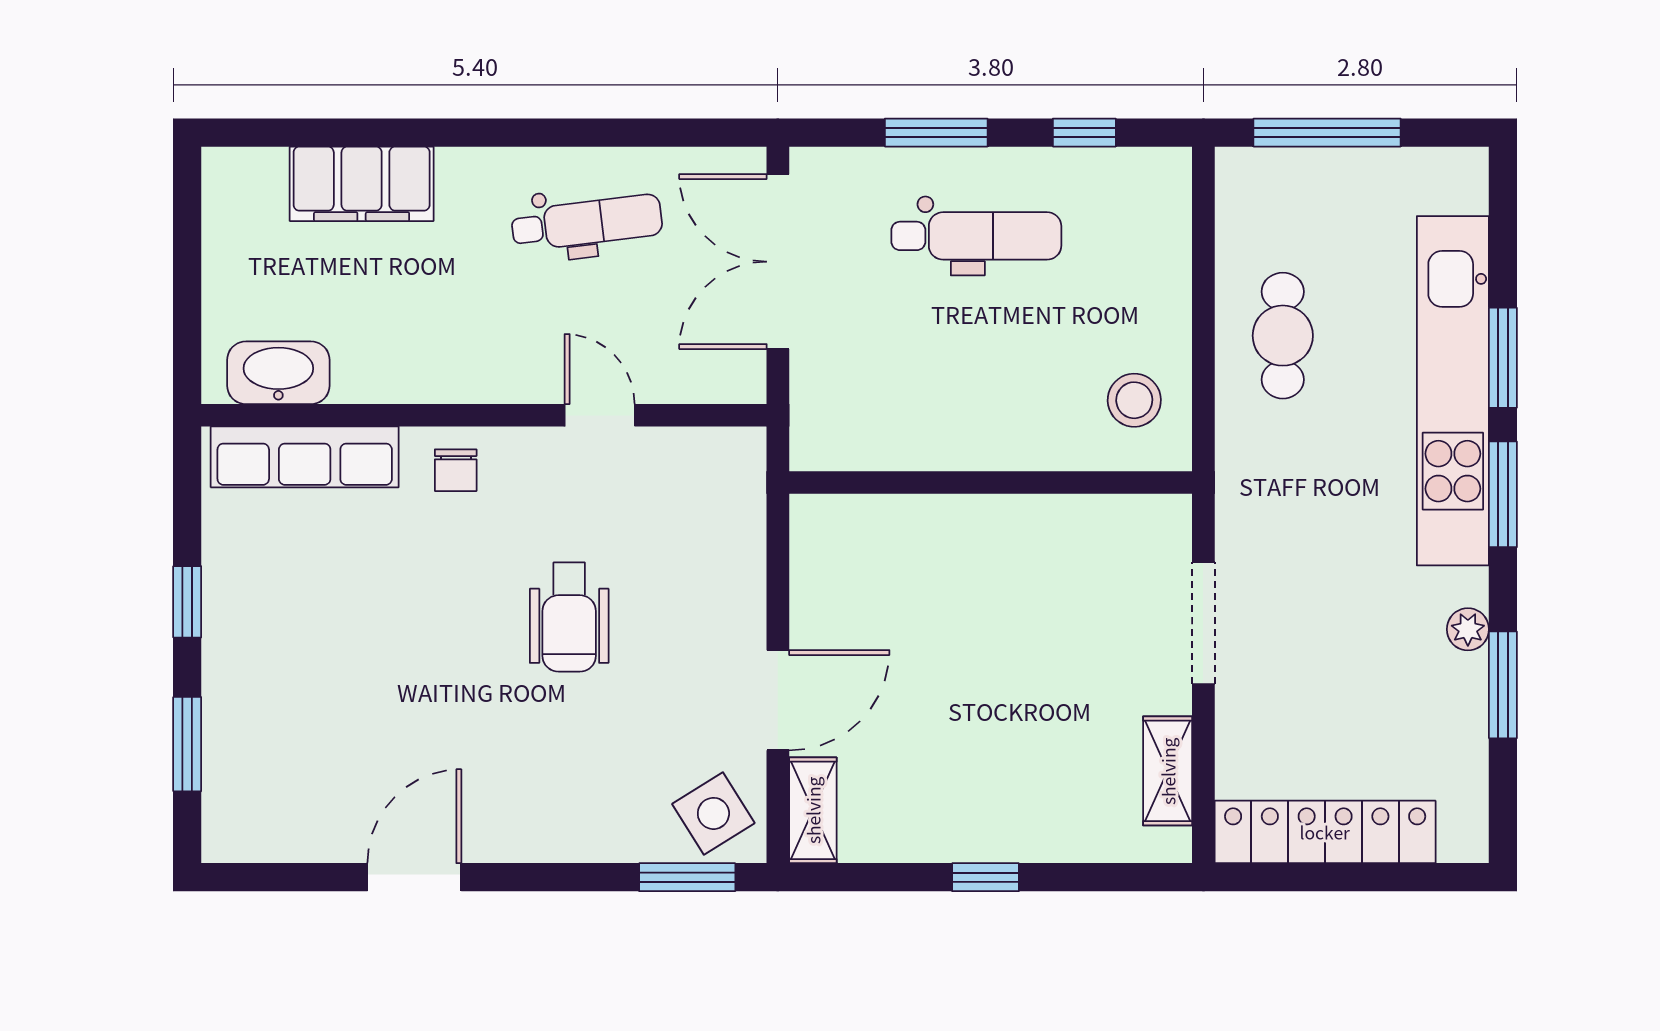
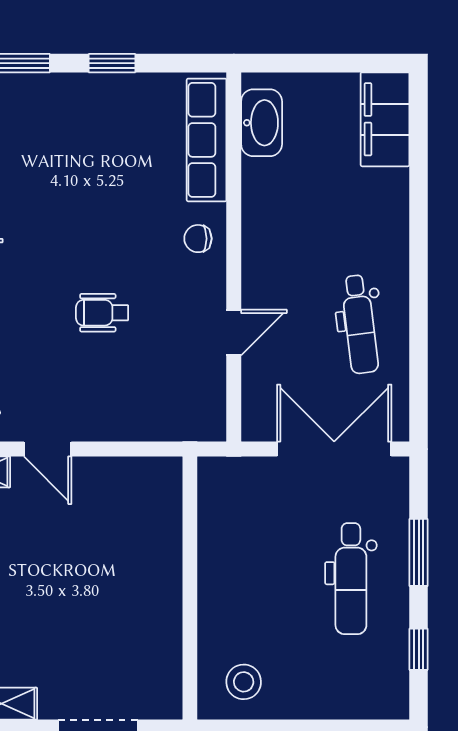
filing cabinet: (362, 184) -> (385, 119), moved
wheelchair: (569, 617) -> (102, 313), width x0.73, depth x0.73
door: (778, 700) -> (48, 449), width x0.73

